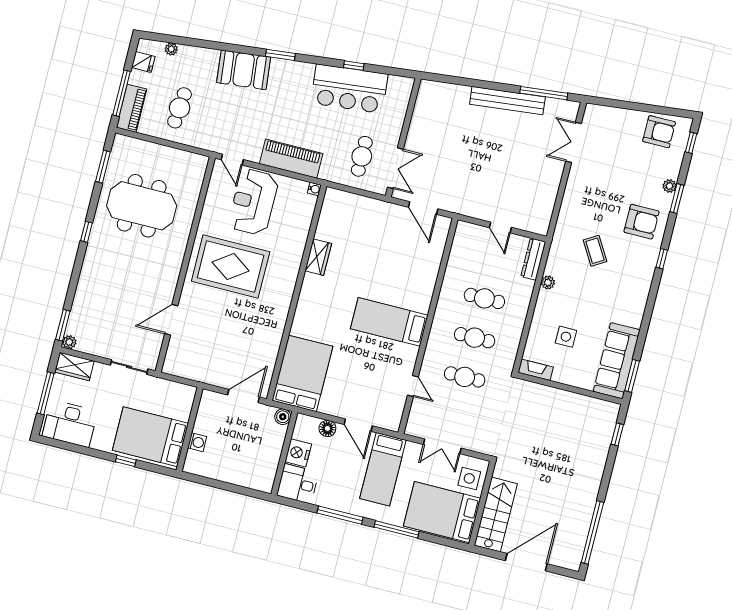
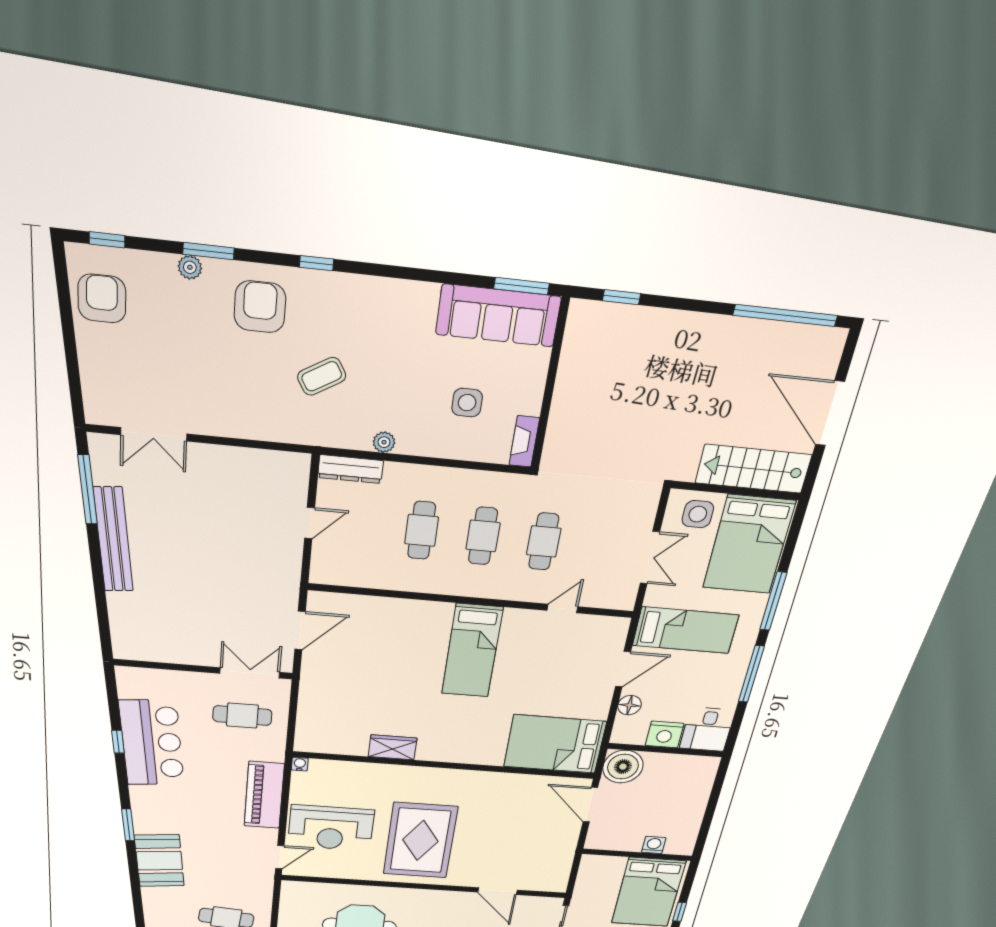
boiler: (283, 417) -> (623, 767), width x1.86, depth x1.86

